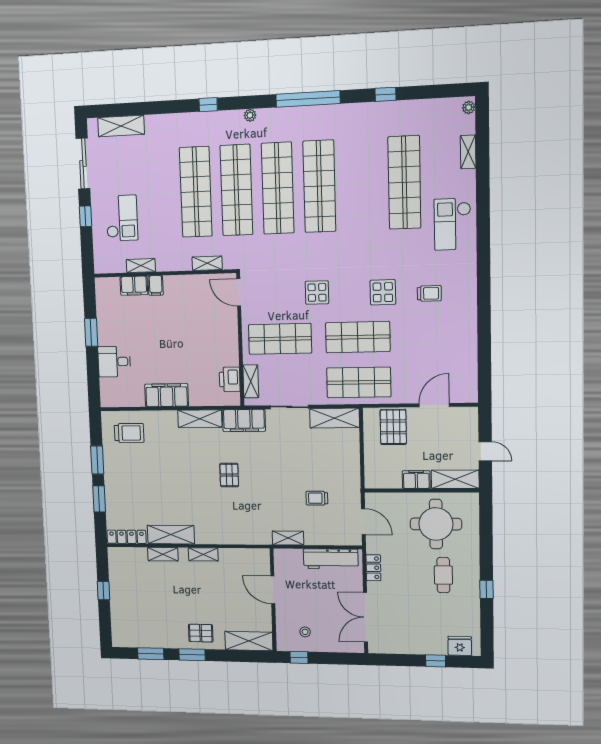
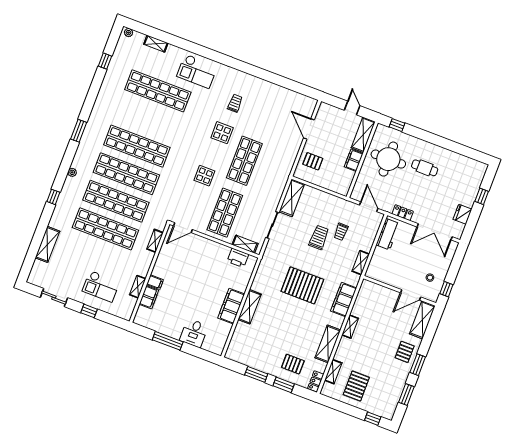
window: (386, 94) -> (105, 61), moved
window: (308, 99) -> (79, 131), width x0.47
shelving: (121, 126) -> (47, 244), moved
sliding door: (83, 163) -> (54, 298), width x0.73
checkout: (122, 218) -> (101, 286), turned 180
window: (91, 332) -> (168, 341), width x1.44
shop shelf: (359, 382) -> (274, 172), removed
shelving: (200, 419) -> (250, 307), moved
filing cabinet: (244, 420) -> (344, 300), moved, turned 180
pallet: (393, 427) -> (313, 161), width x0.67, depth x0.71
trolley: (129, 433) -> (319, 237), moved
door: (485, 451) -> (352, 108), hinge flipped
pallet: (229, 475) -> (302, 285), width x2.05, depth x2.00
pallet: (129, 501) -> (293, 364), added
door: (363, 522) -> (369, 207), hinge flipped
locker: (127, 537) -> (316, 381), width x0.66
shelving: (163, 554) -> (333, 372), moved
workbench: (331, 559) -> (388, 234), width x0.73
pallet: (135, 589) -> (356, 386), added
window: (487, 589) -> (397, 125), moved
door: (273, 590) -> (411, 295), moved
window: (104, 591) -> (373, 419), moved
fridge: (460, 646) -> (462, 214), moved

